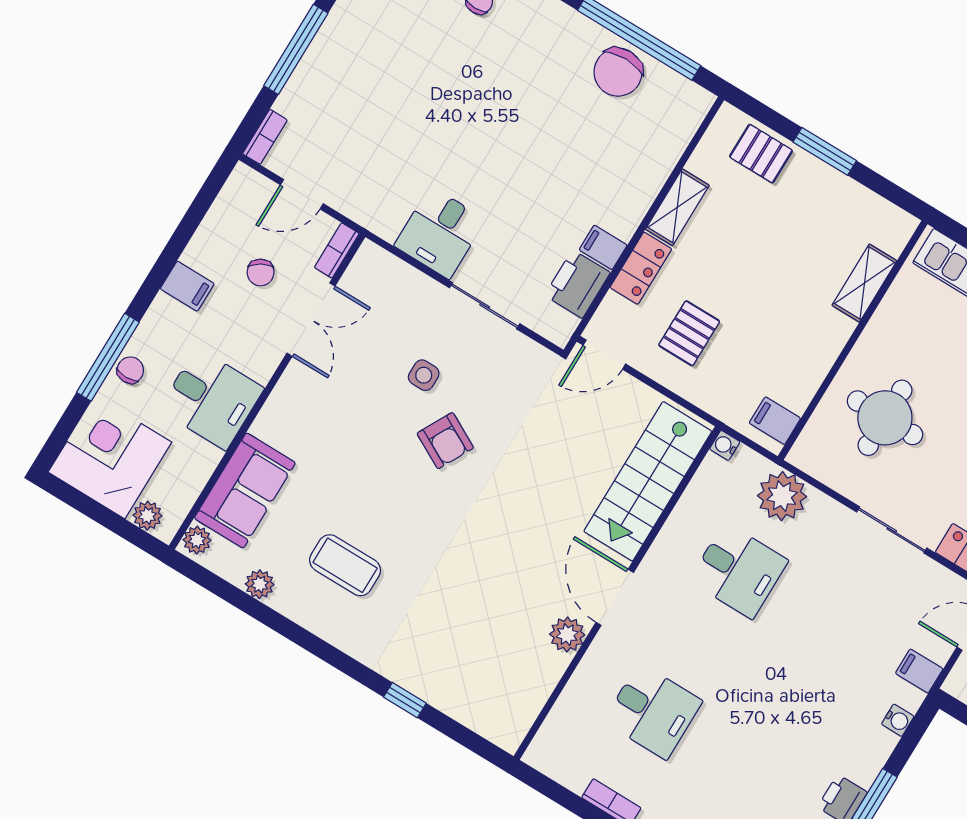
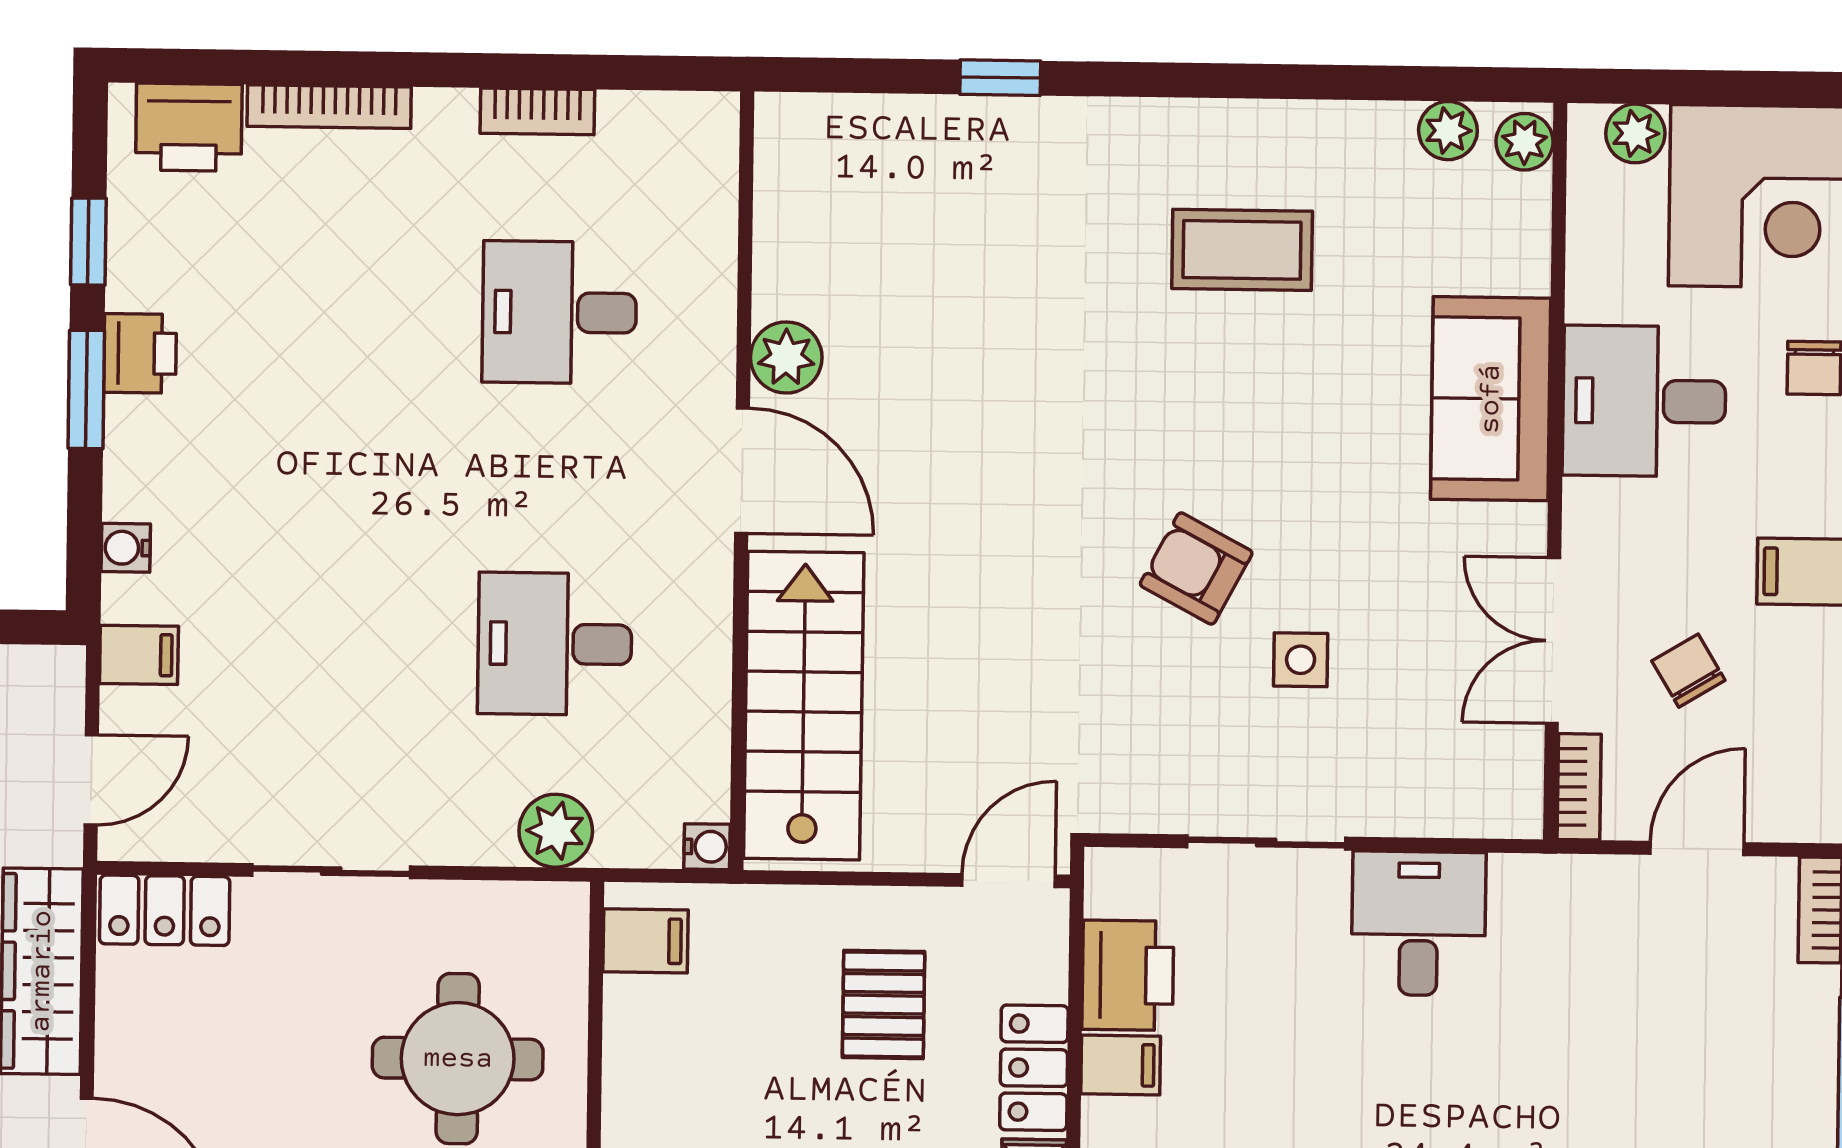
sofa: (245, 490) -> (1491, 399), moved
plant: (782, 496) -> (556, 831), width x0.73, depth x0.73
plant: (260, 584) -> (1448, 131), moved

